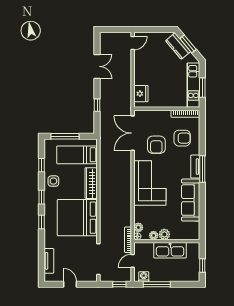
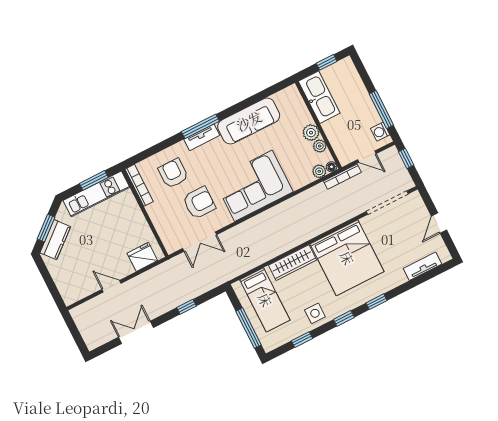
door: (133, 43) -> (111, 286), moved
double door: (133, 133) -> (200, 242), width x0.73
kitchen sink: (170, 250) -> (319, 97), moved

